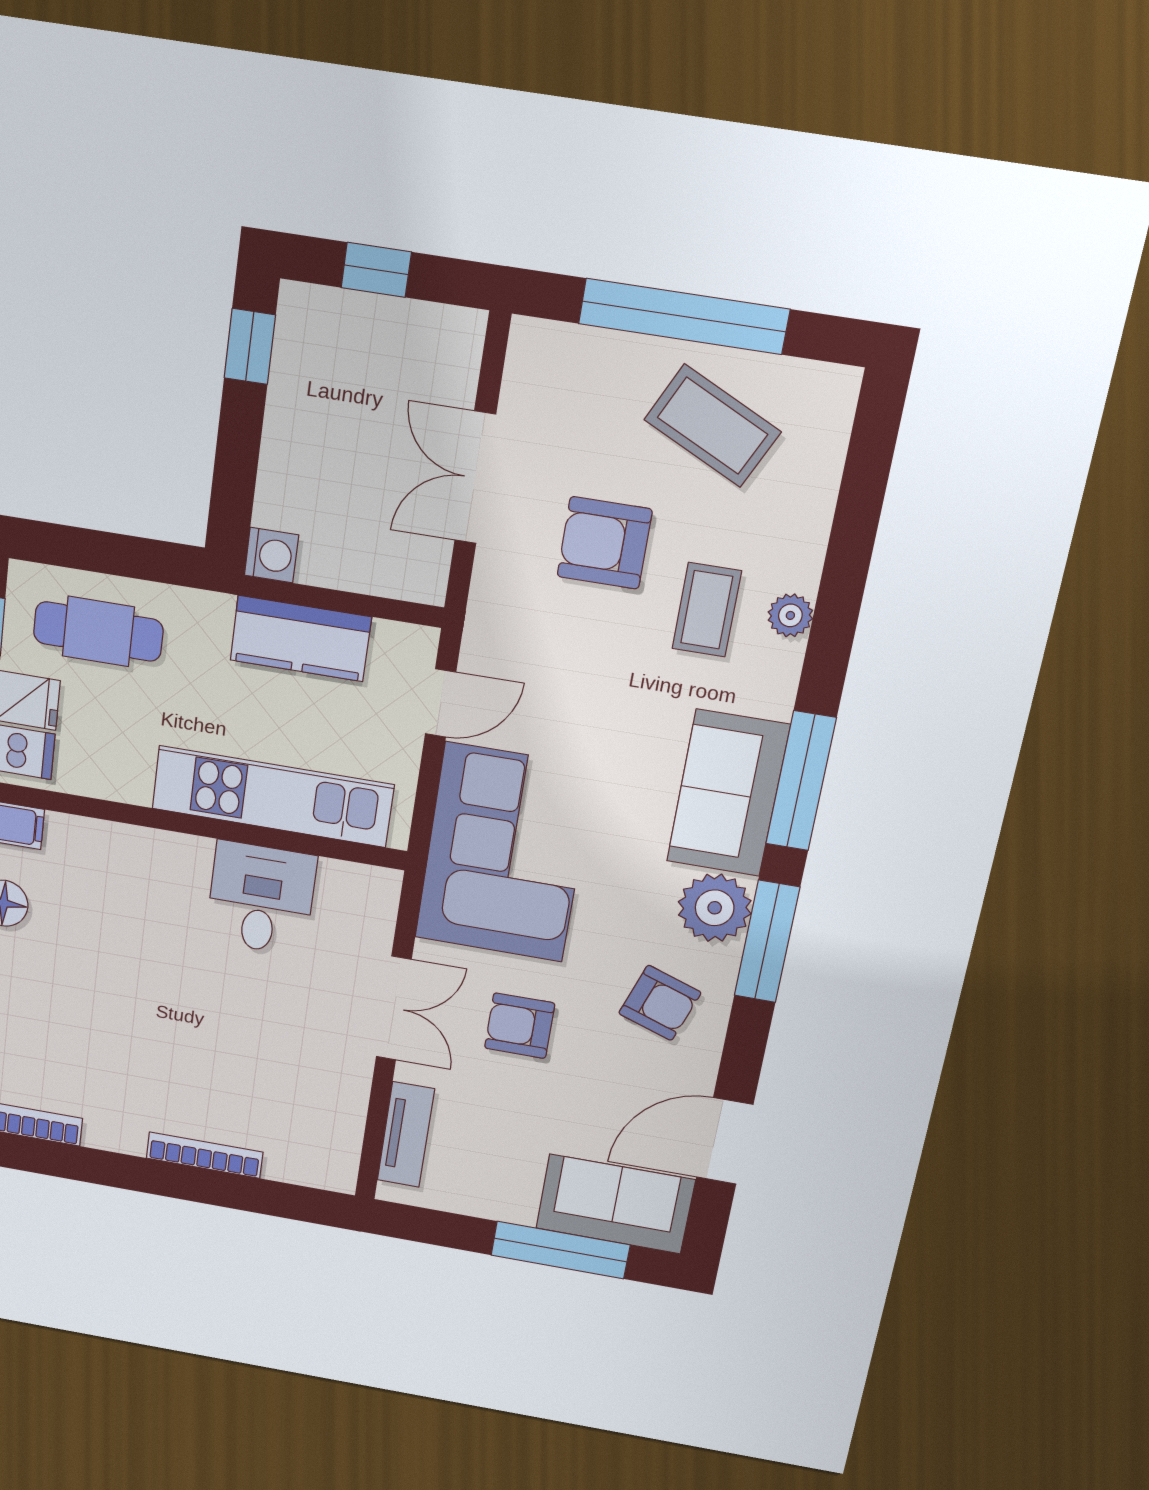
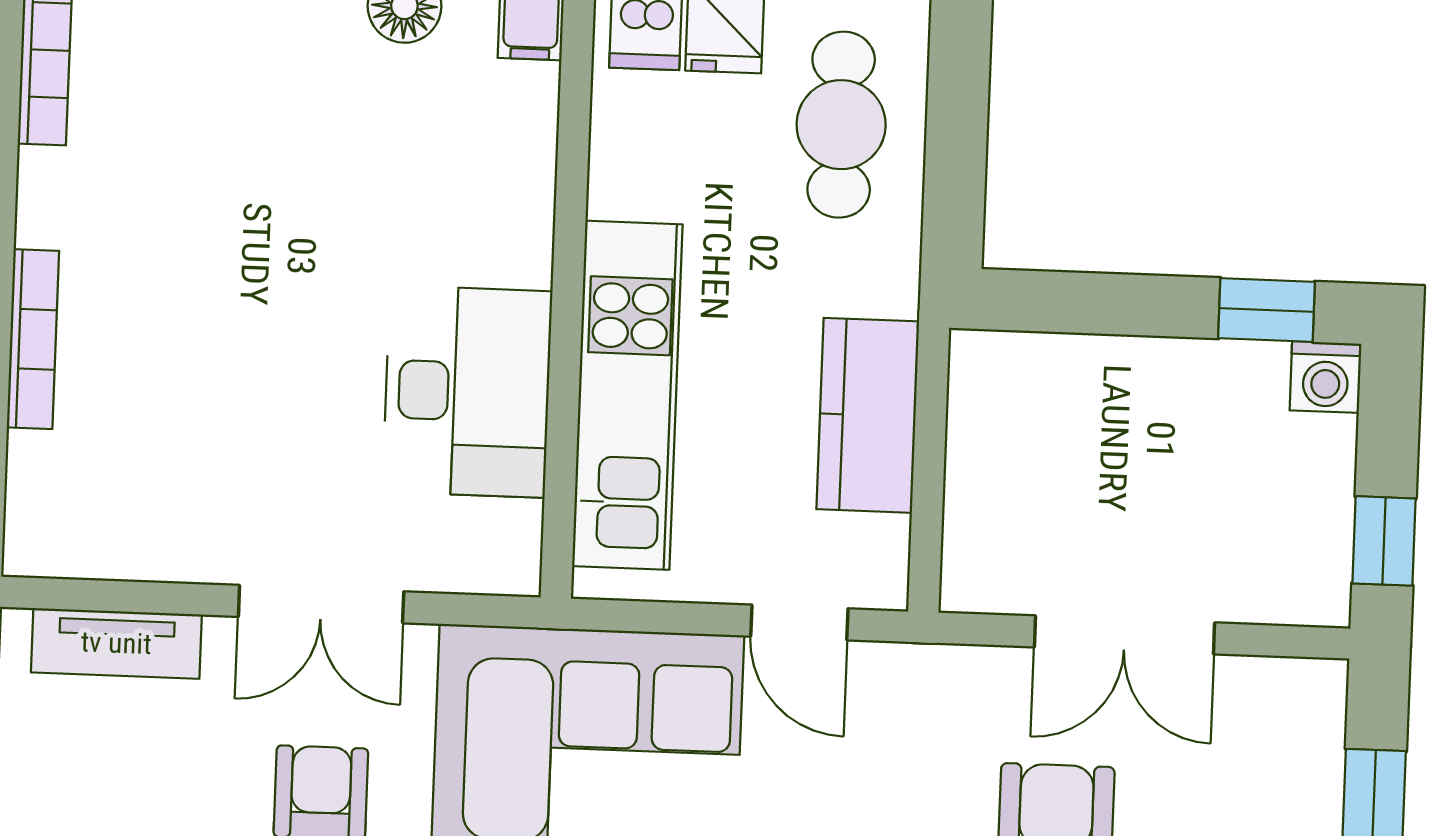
window: (376, 270) -> (1384, 541), moved
double door: (475, 478) -> (1125, 635), swing flipped
washing machine: (271, 555) -> (1326, 377), moved
desk: (261, 898) -> (467, 392), width x1.37

